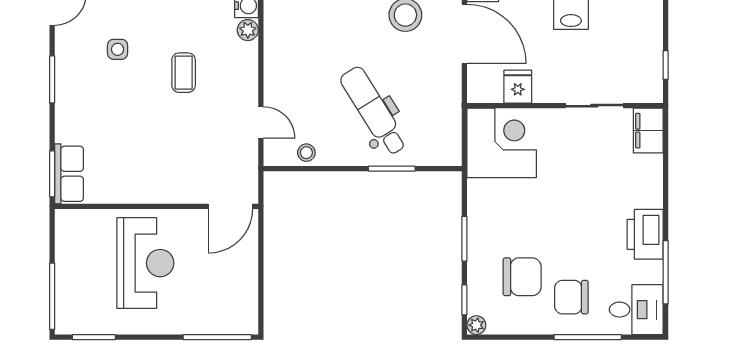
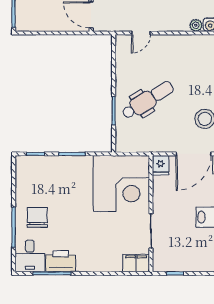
fridge: (518, 87) -> (161, 165), moved, turned 90
corner desk: (502, 143) -> (121, 183), width x1.36, depth x1.36
stool: (306, 153) -> (123, 60), removed
printer: (645, 234) -> (61, 261), moved
chair: (522, 277) -> (49, 188), removed
plant: (476, 325) -> (21, 161), removed

